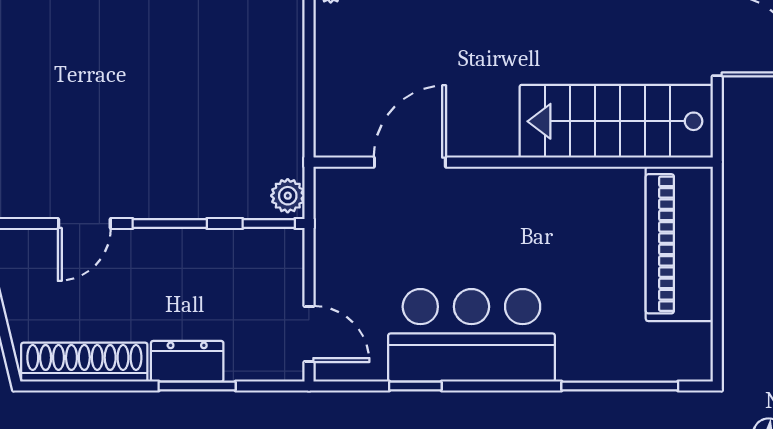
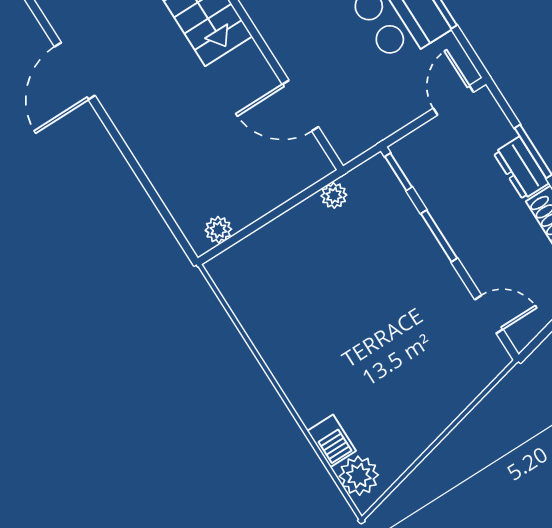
plant: (288, 196) -> (334, 195), moved
door: (84, 224) -> (489, 314), moved

